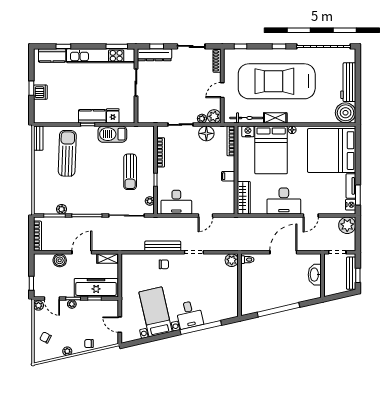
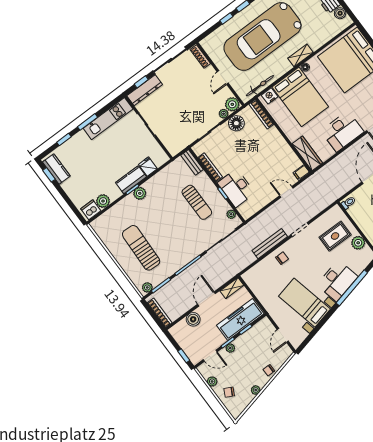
window: (117, 46) -> (87, 122), moved
sliding door: (191, 46) -> (170, 60), width x1.37
window: (241, 46) -> (226, 18), moved
kitchen counter: (52, 56) -> (56, 169), moved, turned -90
kitchen unit: (101, 56) -> (108, 119), width x0.73
window: (31, 88) -> (49, 175), moved
dishwasher: (40, 92) -> (91, 210), moved, turned -90
boiler: (346, 113) -> (340, 13), width x0.54, depth x0.54
plant: (58, 117) -> (103, 201), added
shelving: (275, 118) -> (301, 55), moved
plant: (91, 132) -> (140, 193), added
barbecue: (112, 134) -> (159, 182), removed
bench: (38, 138) -> (192, 162), moved
sun lounger: (67, 153) -> (141, 248), moved
filing cabinet: (228, 176) -> (301, 173), moved
desk: (176, 202) -> (236, 188), moved, turned 90
plant: (62, 209) -> (147, 287), moved
door: (205, 215) -> (286, 192), swing flipped
plant: (232, 260) -> (358, 243), moved
rug: (218, 278) -> (335, 236), added
plant: (38, 305) -> (212, 381), moved
desk: (189, 315) -> (337, 281), width x1.37
door: (120, 325) -> (283, 335), hinge flipped

